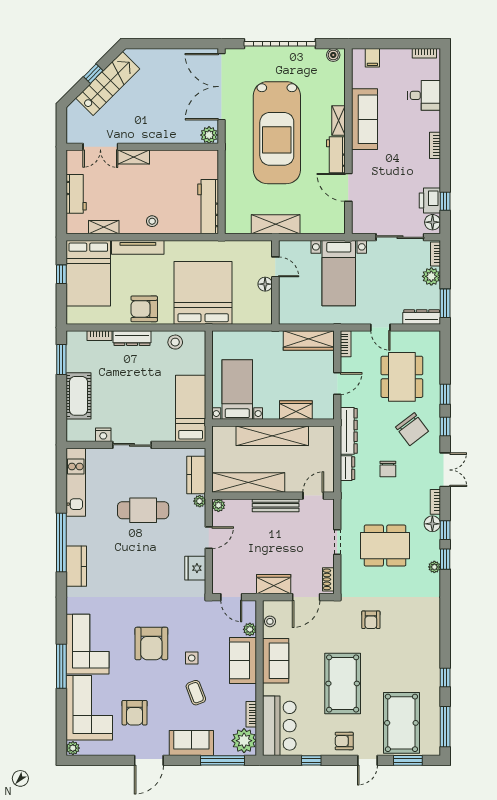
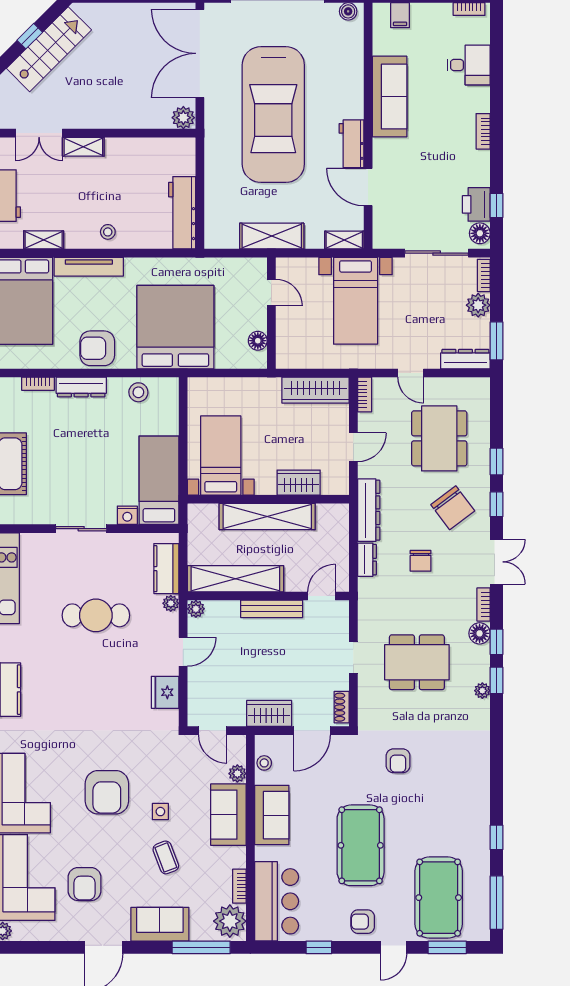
shelving: (339, 121) -> (344, 240), moved, turned 90
floor lamp: (265, 284) -> (258, 341), moved
nightstand: (103, 435) -> (127, 515), moved

